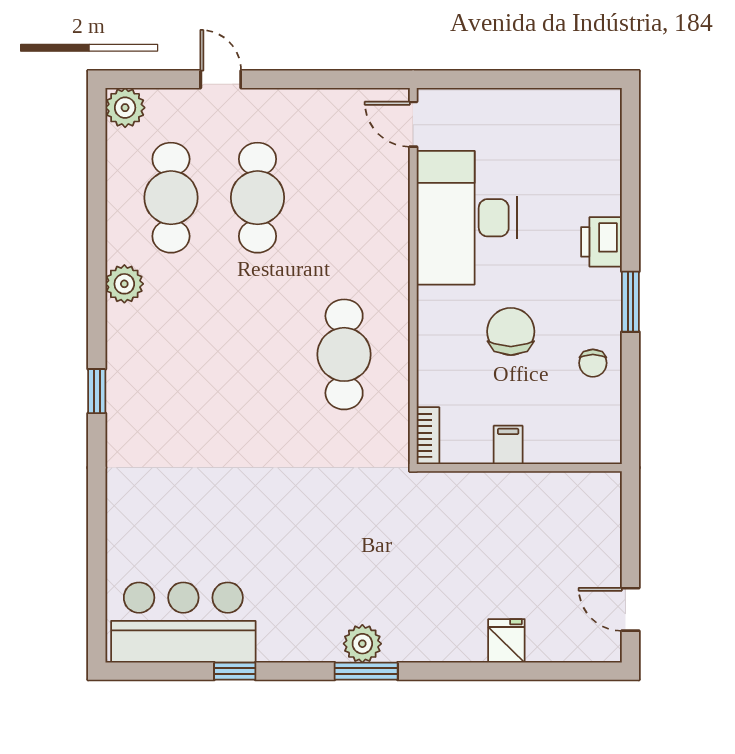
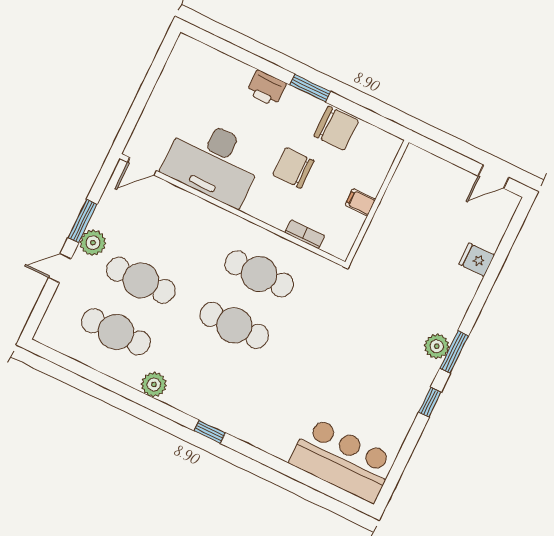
window: (300, 79) -> (83, 221), added
plant: (125, 108) -> (93, 243), moved
cafe table: (258, 354) -> (234, 325), added
chair: (593, 363) -> (336, 128), width x1.87, depth x1.87
bookcase: (428, 436) -> (305, 234), moved
bar counter: (183, 622) -> (342, 460), moved, turned 90
window: (235, 671) -> (430, 402), moved

